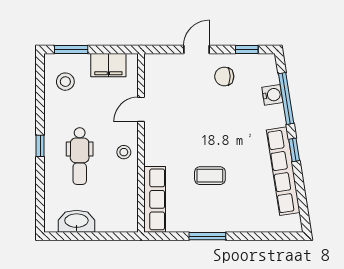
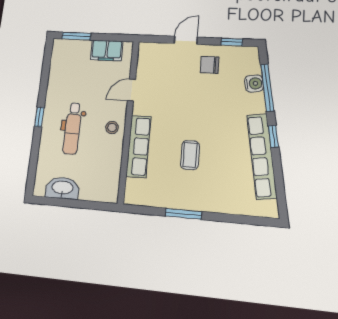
stool: (65, 82) -> (68, 63), removed
coffee table: (210, 176) -> (190, 155), turned 90
row of seats: (155, 199) -> (139, 146), moved

